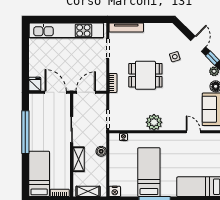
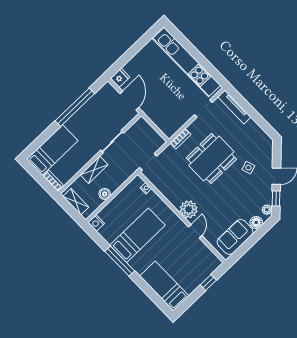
dining table: (145, 75) -> (211, 159), width x1.38
door: (86, 92) -> (152, 124), removed
plant: (154, 122) -> (189, 209), moved
door: (193, 132) -> (195, 231), moved
boiler: (101, 151) -> (105, 194), moved

